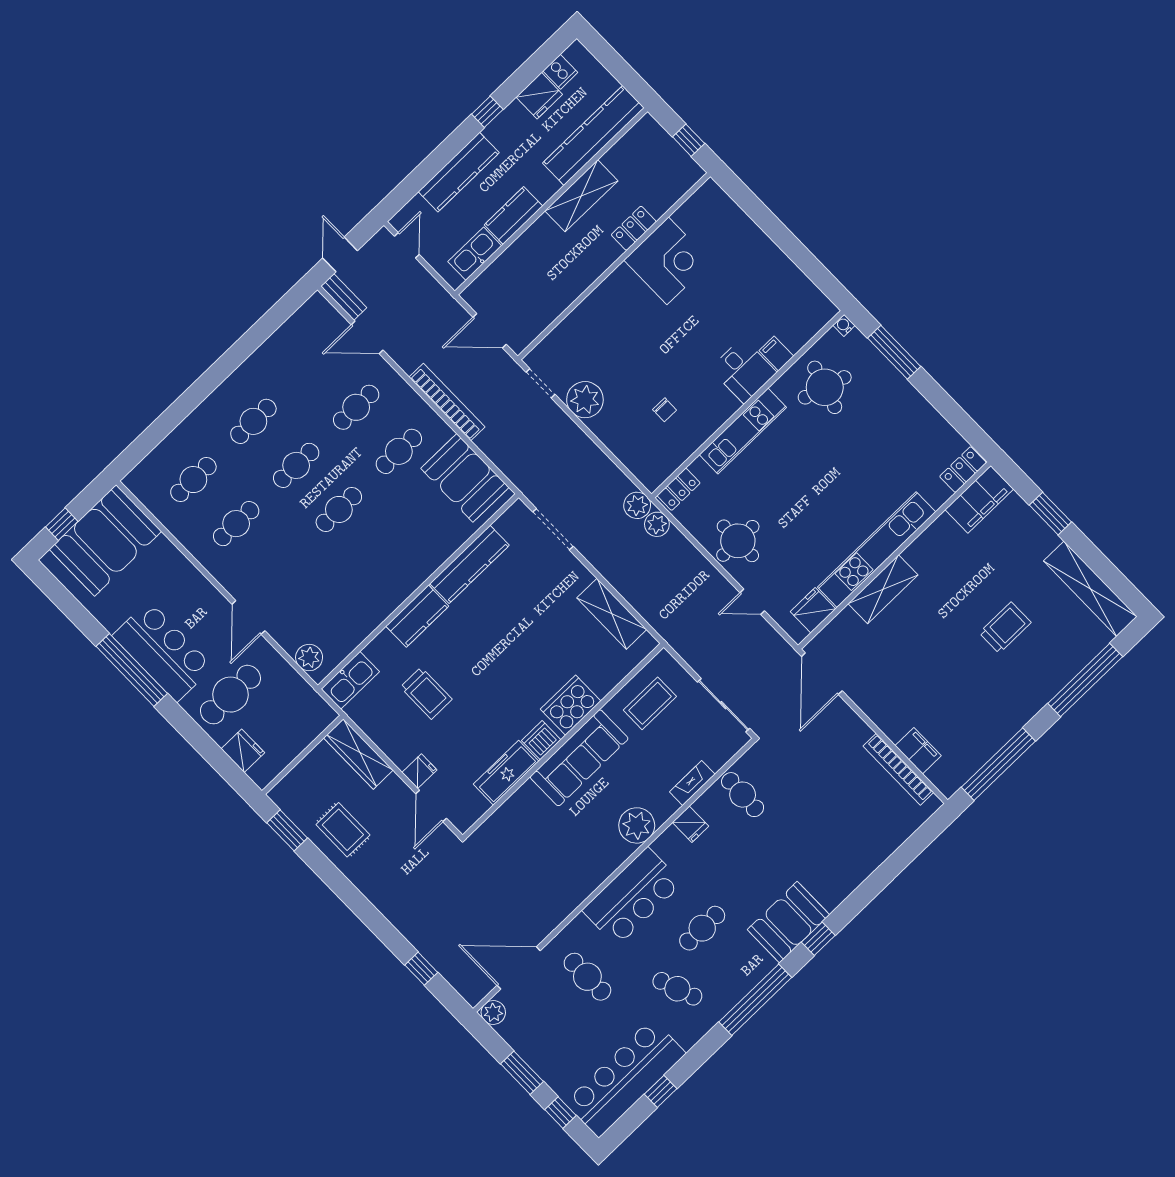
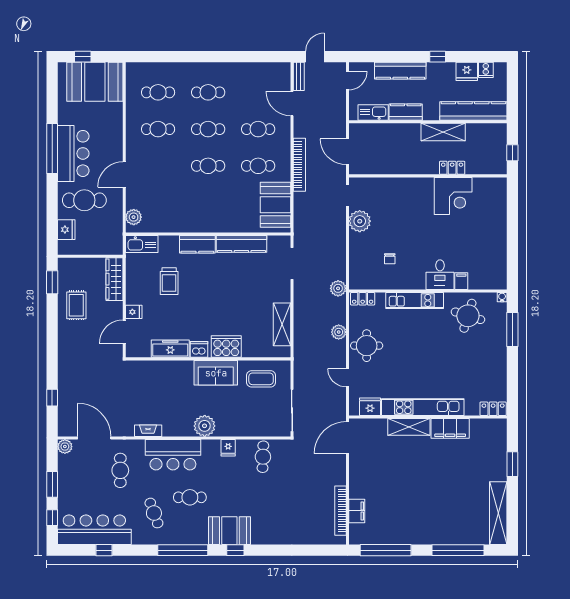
filing cabinet: (979, 499) -> (450, 428), moved
plant: (657, 524) -> (339, 332), moved
trolley: (1005, 628) -> (445, 494), removed
sofa: (579, 758) -> (216, 373), width x0.73
fireplace: (692, 783) -> (148, 431), moved

